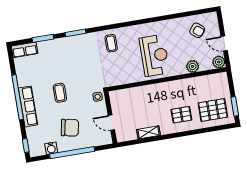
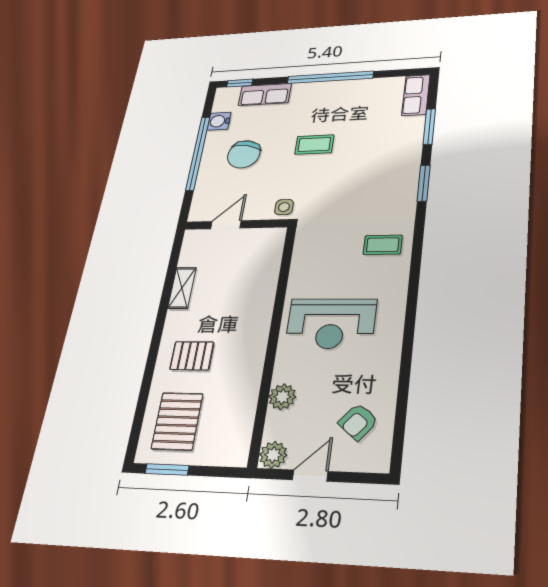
row of seats: (28, 106) -> (265, 94), moved, width x0.68
pallet: (181, 115) -> (192, 356), turned 90

